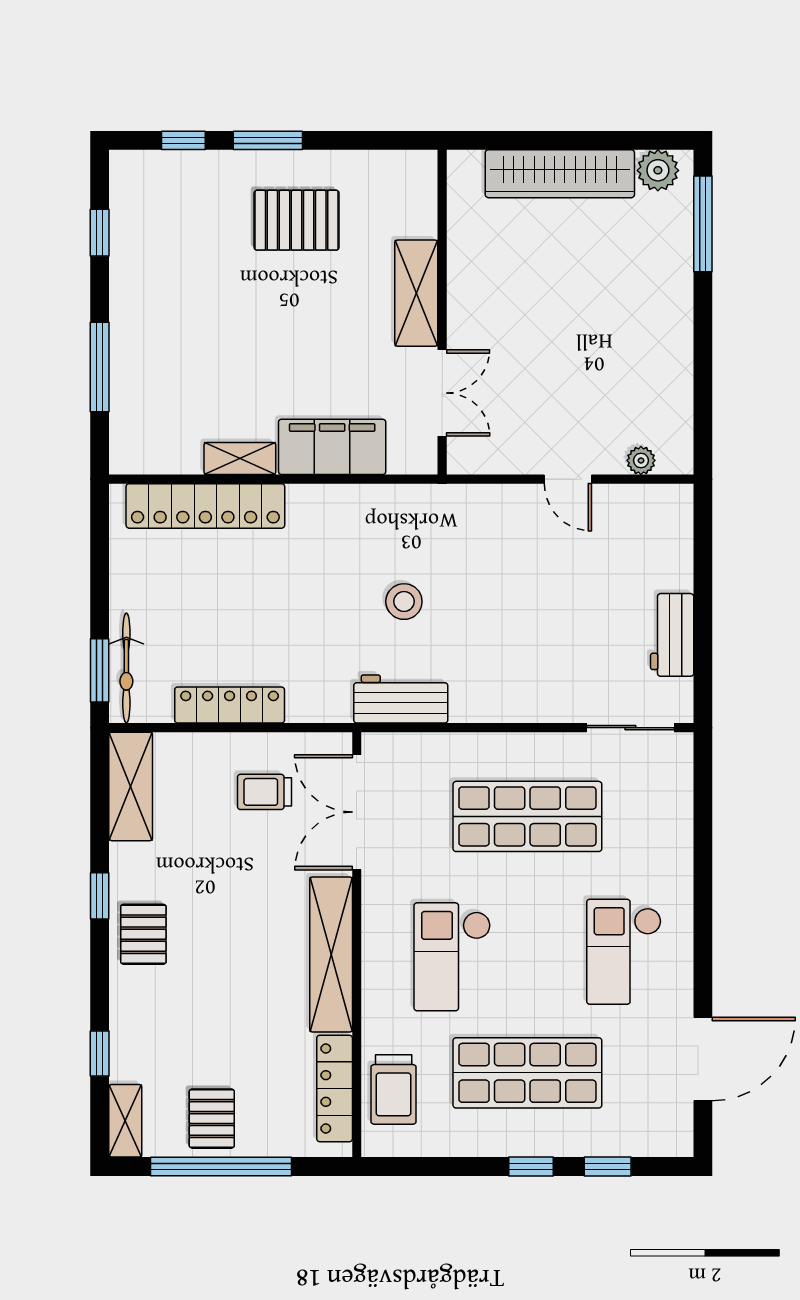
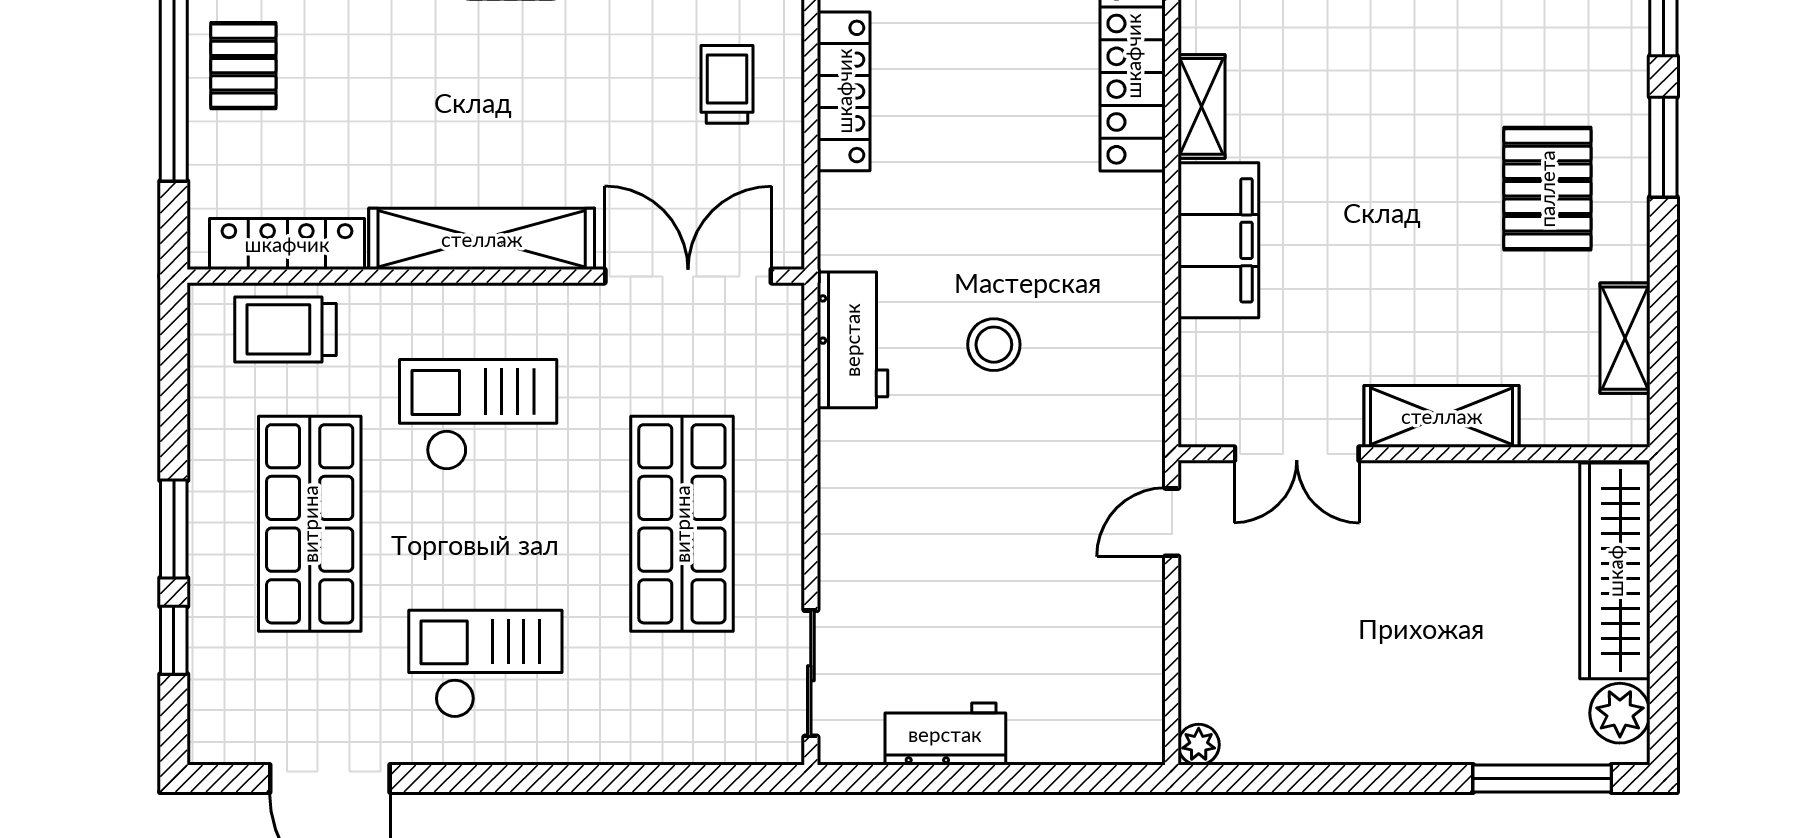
shelving: (399, 167) -> (1625, 338), added
shelving: (416, 293) -> (1442, 416), moved
wall: (442, 312) -> (1414, 454), moved
double door: (442, 393) -> (1297, 454), moved
plant: (641, 460) -> (1199, 745), moved
door: (568, 479) -> (1172, 522), moved
trolley: (265, 792) -> (727, 84), moved
pallet: (212, 1119) -> (243, 66), turned 90
window: (531, 1166) -> (174, 529), width x1.50

